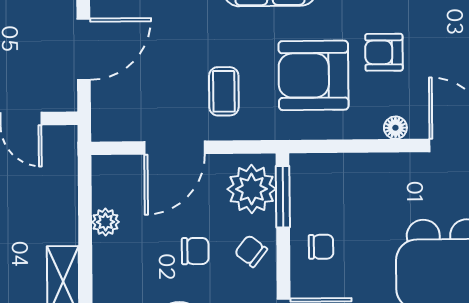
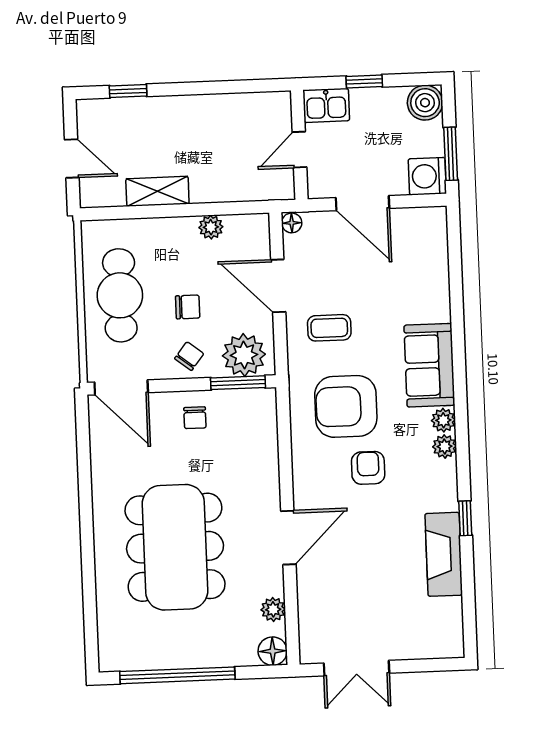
armchair: (313, 75) -> (346, 406), turned -90
floor lamp: (395, 128) -> (292, 223), moved
chair: (195, 251) -> (188, 307), turned -90

